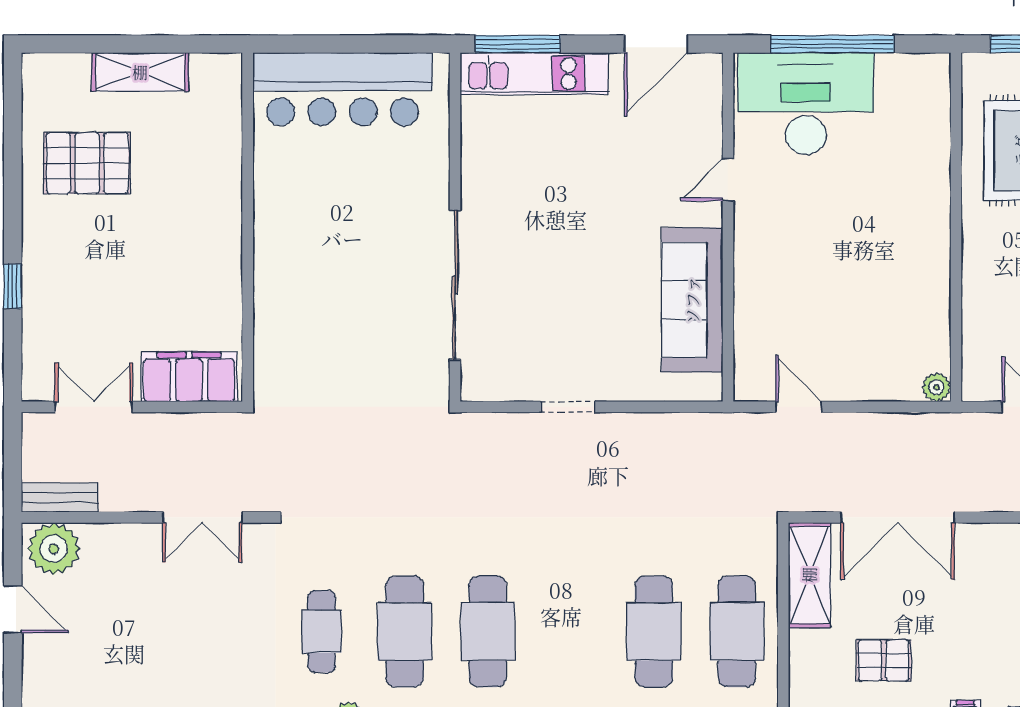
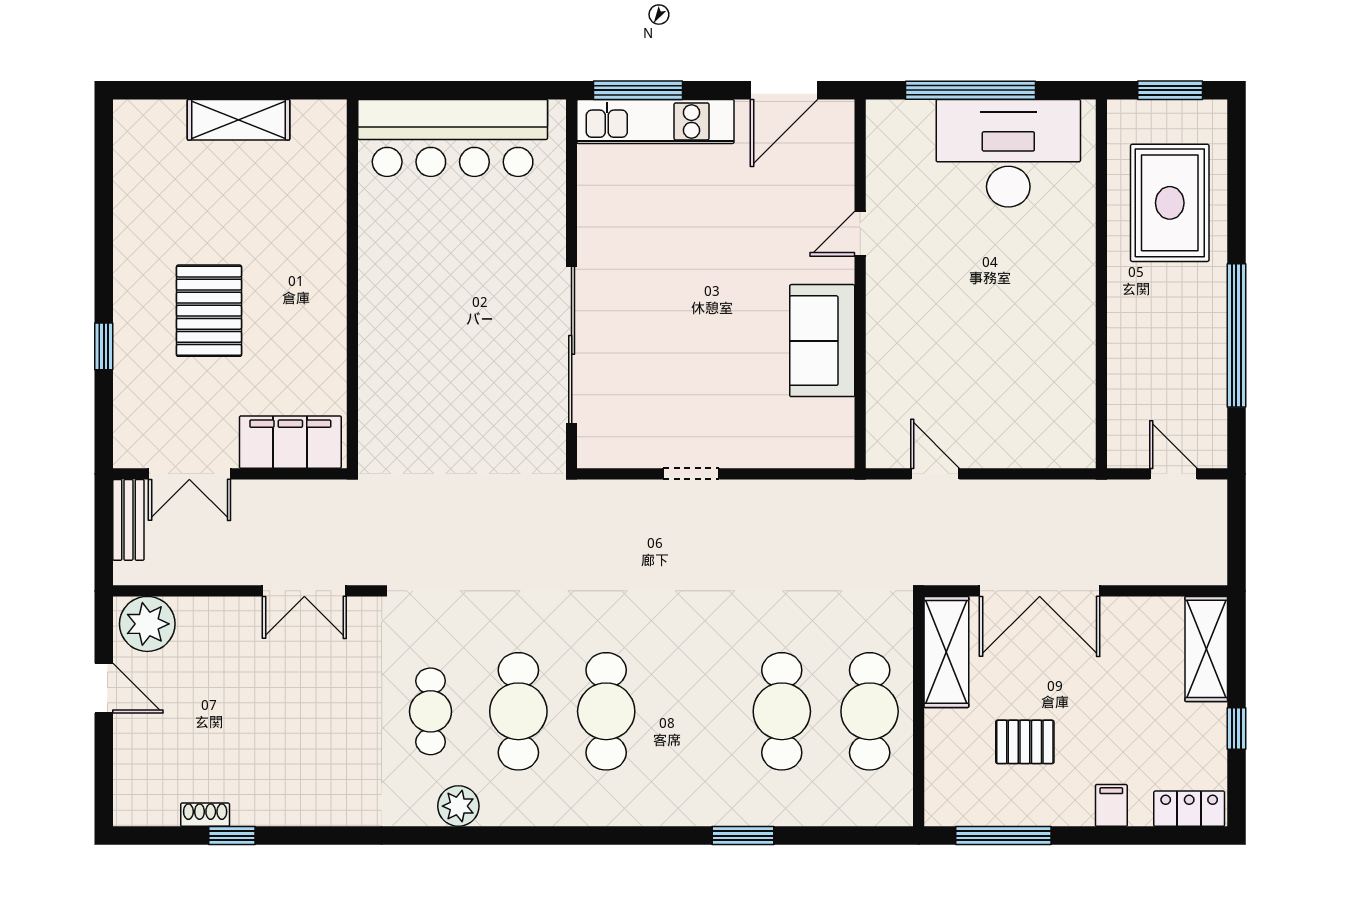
desk: (806, 104) -> (1008, 153), moved
pallet: (87, 163) -> (209, 311), moved, turned 90
sofa: (692, 300) -> (822, 341), width x0.73
plant: (936, 387) -> (1081, 453), removed
double door: (94, 407) -> (189, 474), swing flipped
bench: (60, 498) -> (128, 520), moved, turned 90

